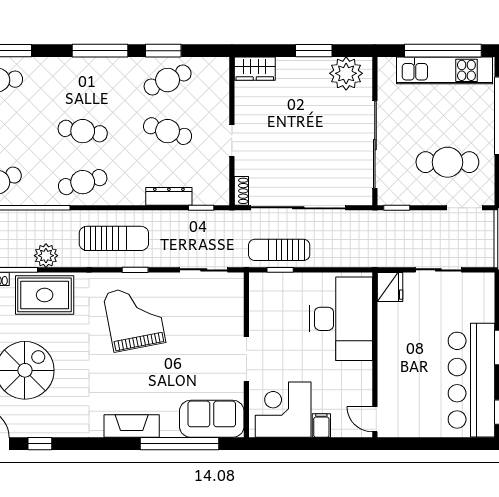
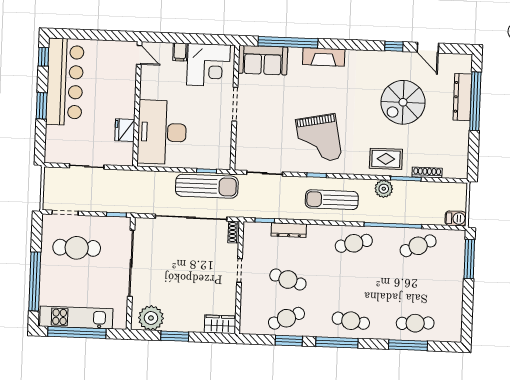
cafe table: (83, 131) -> (351, 321), moved
sun lounger: (279, 250) -> (207, 186), width x1.36, depth x1.34
fridge: (390, 287) -> (125, 130), moved
rug: (45, 295) -> (386, 159), width x0.73, depth x0.70

